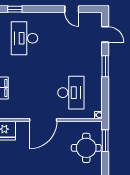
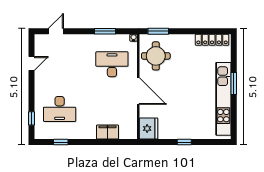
window: (105, 66) -> (105, 31), moved
round table: (86, 148) -> (156, 56), moved

